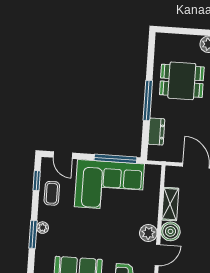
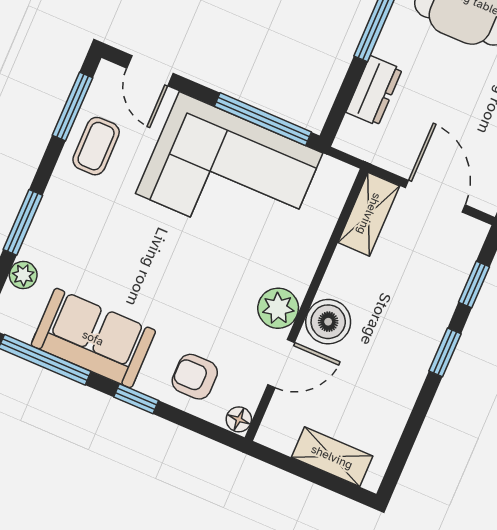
window: (37, 181) -> (73, 106), width x1.50
shelving: (170, 204) -> (369, 214), moved
plant: (43, 228) -> (23, 275), moved

